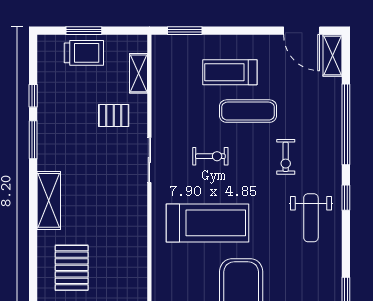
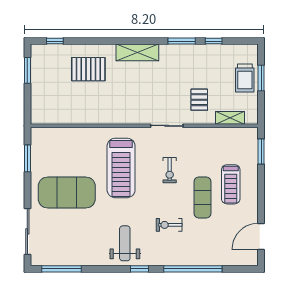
shelving: (333, 55) -> (243, 259), removed
treadmill: (230, 72) -> (231, 184), turned 180
weight bench: (311, 218) -> (125, 243), turned 90

